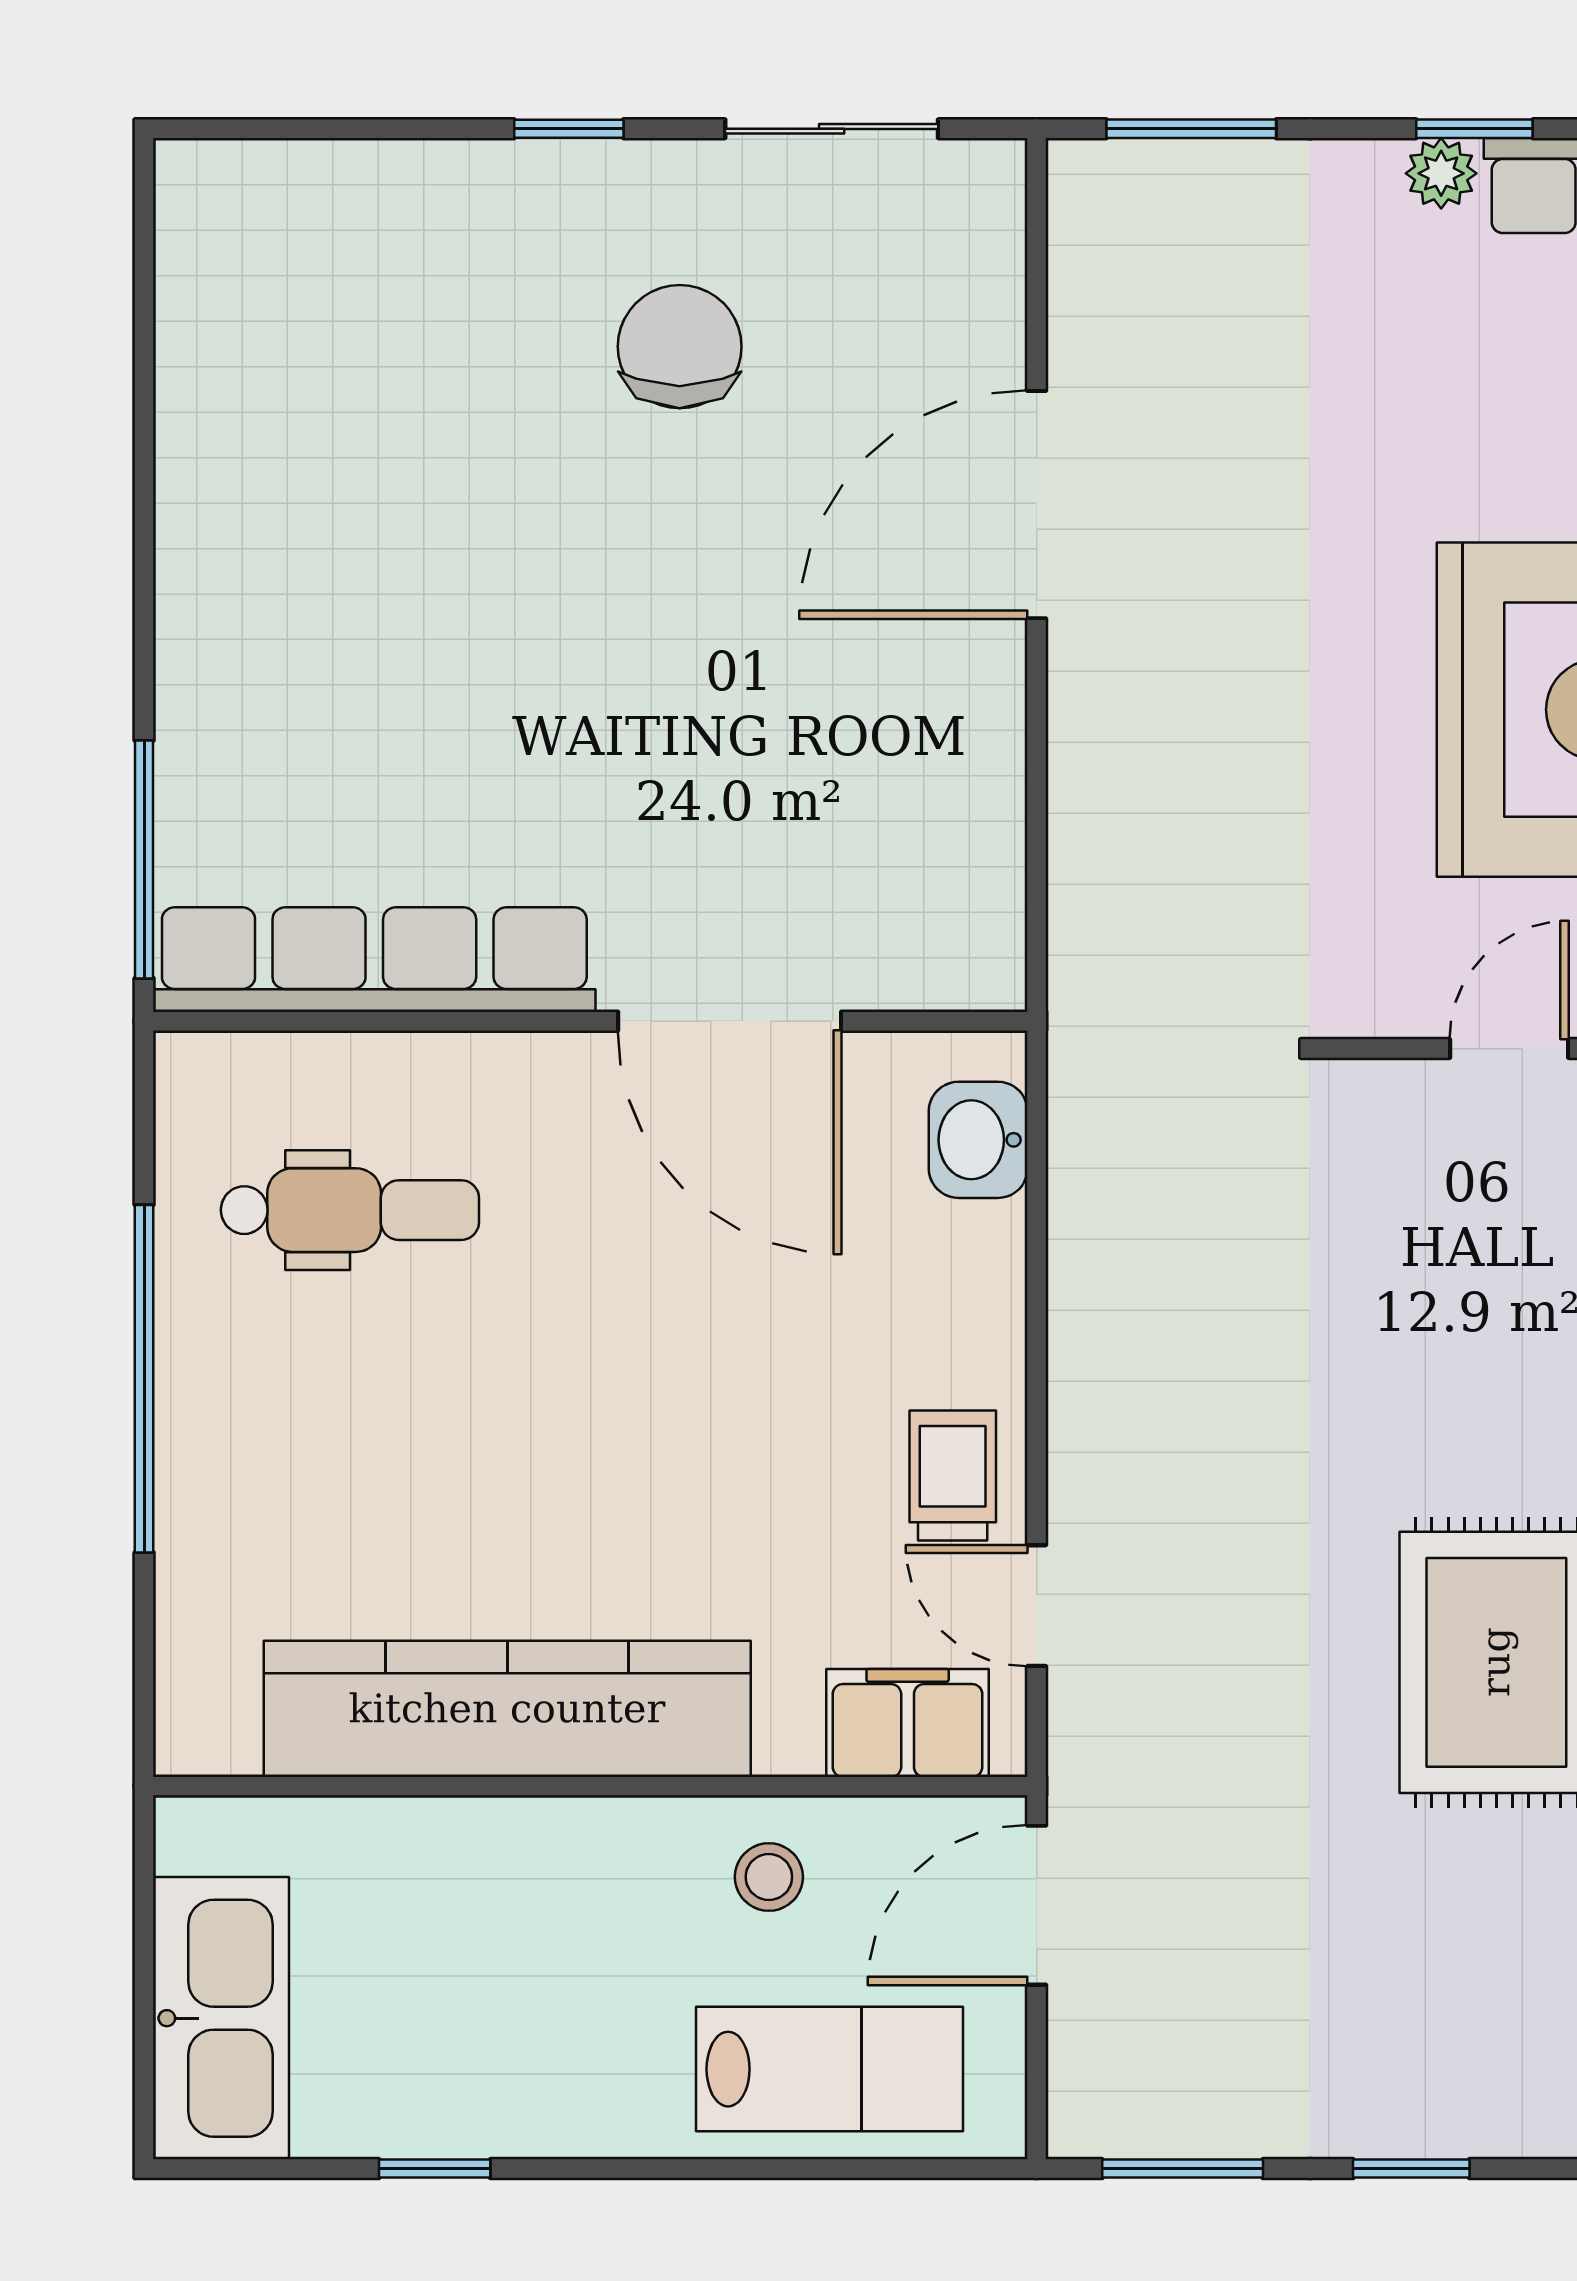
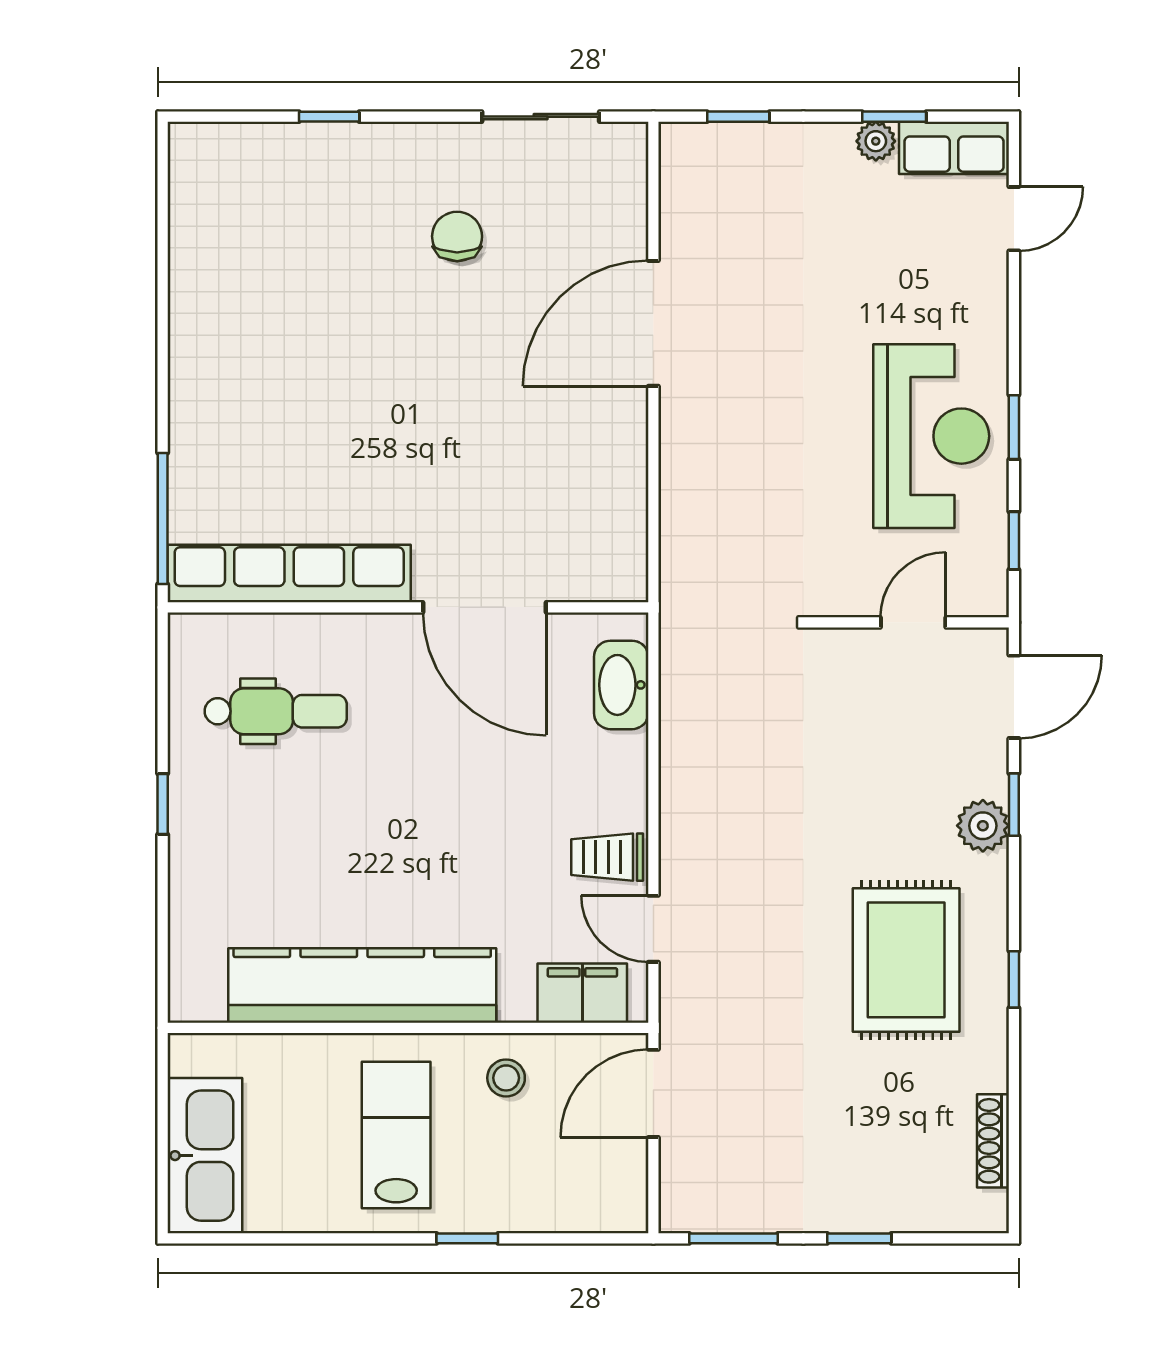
window: (569, 129) -> (329, 117), moved
window: (1191, 129) -> (738, 117), width x0.67
chair: (680, 347) -> (457, 236), width x0.73, depth x0.73
washbasin: (978, 1140) -> (621, 685), width x1.38
window: (144, 1379) -> (163, 804), width x0.32
trolley: (953, 1475) -> (607, 857), turned -90
lab bench: (829, 2069) -> (396, 1135), moved, turned -90
window: (435, 2169) -> (467, 1238), moved

